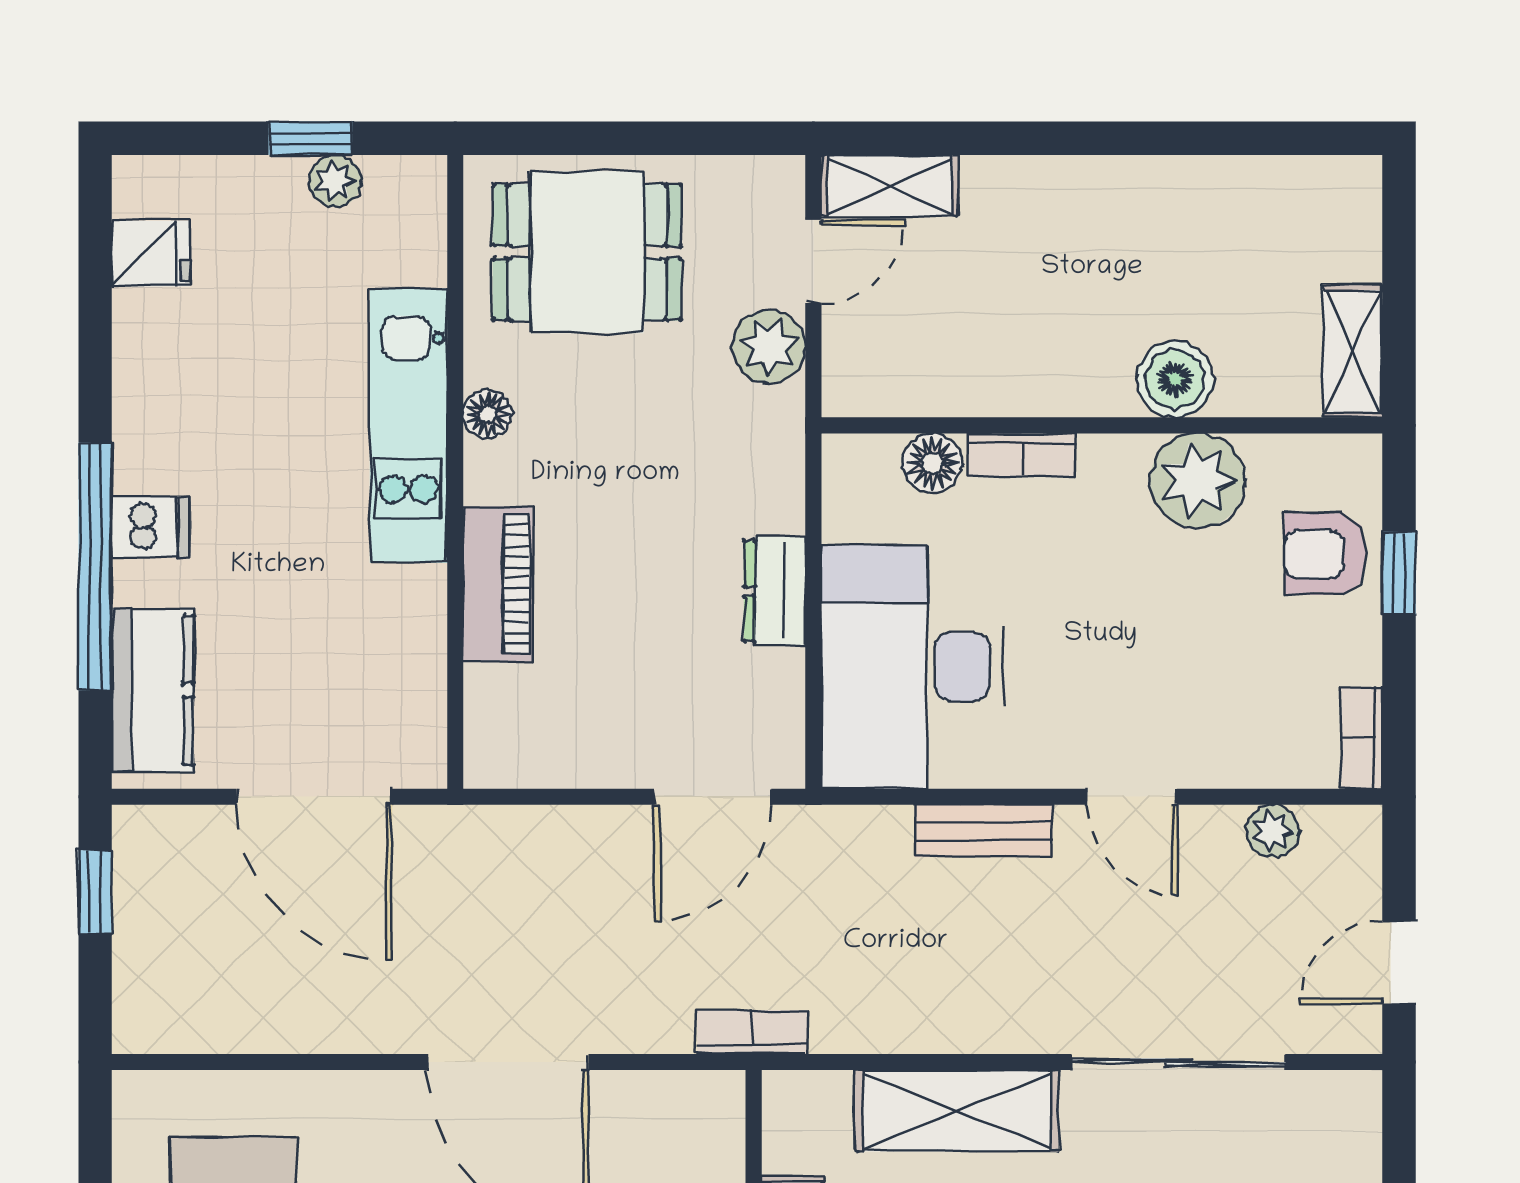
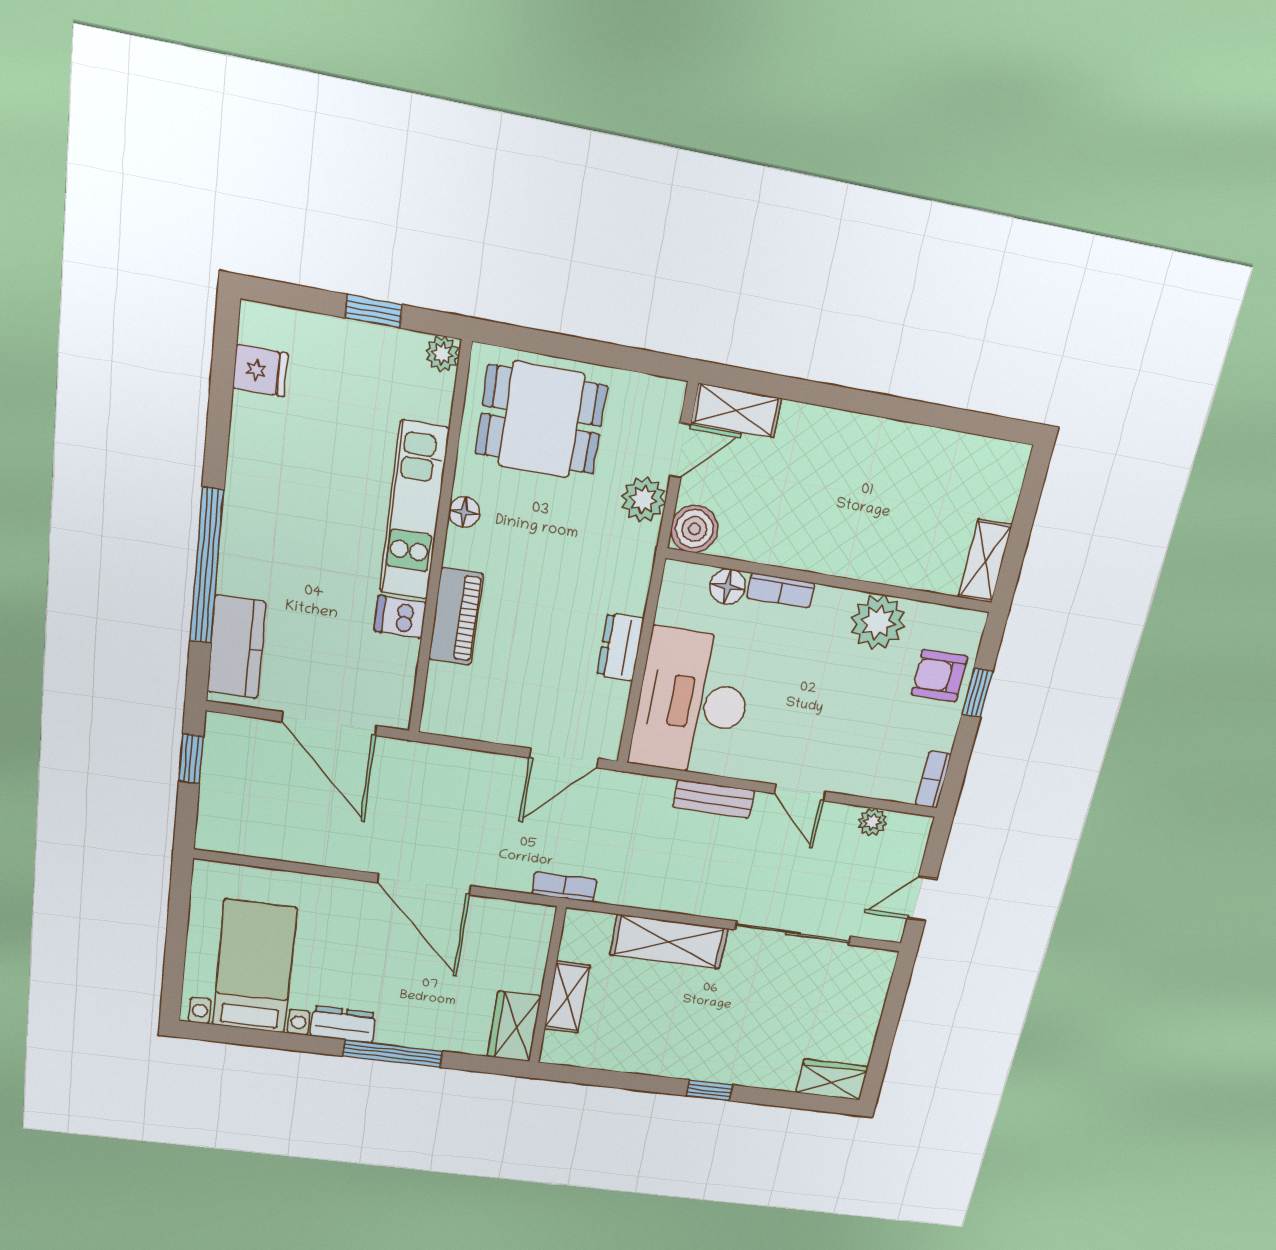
plant: (335, 181) -> (442, 354), moved
boiler: (1175, 379) -> (694, 529), moved
dishwasher: (151, 527) -> (400, 617), moved, turned 180

